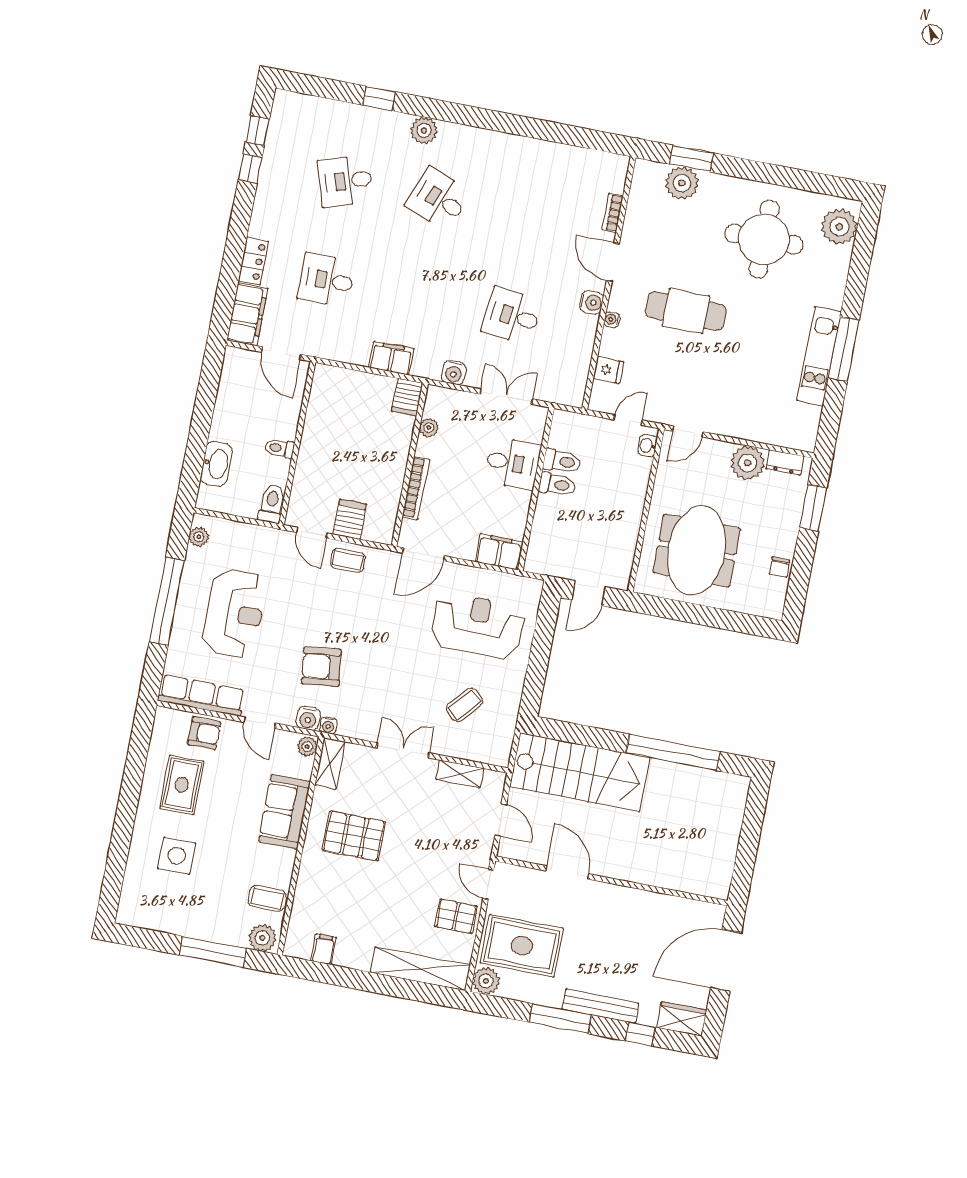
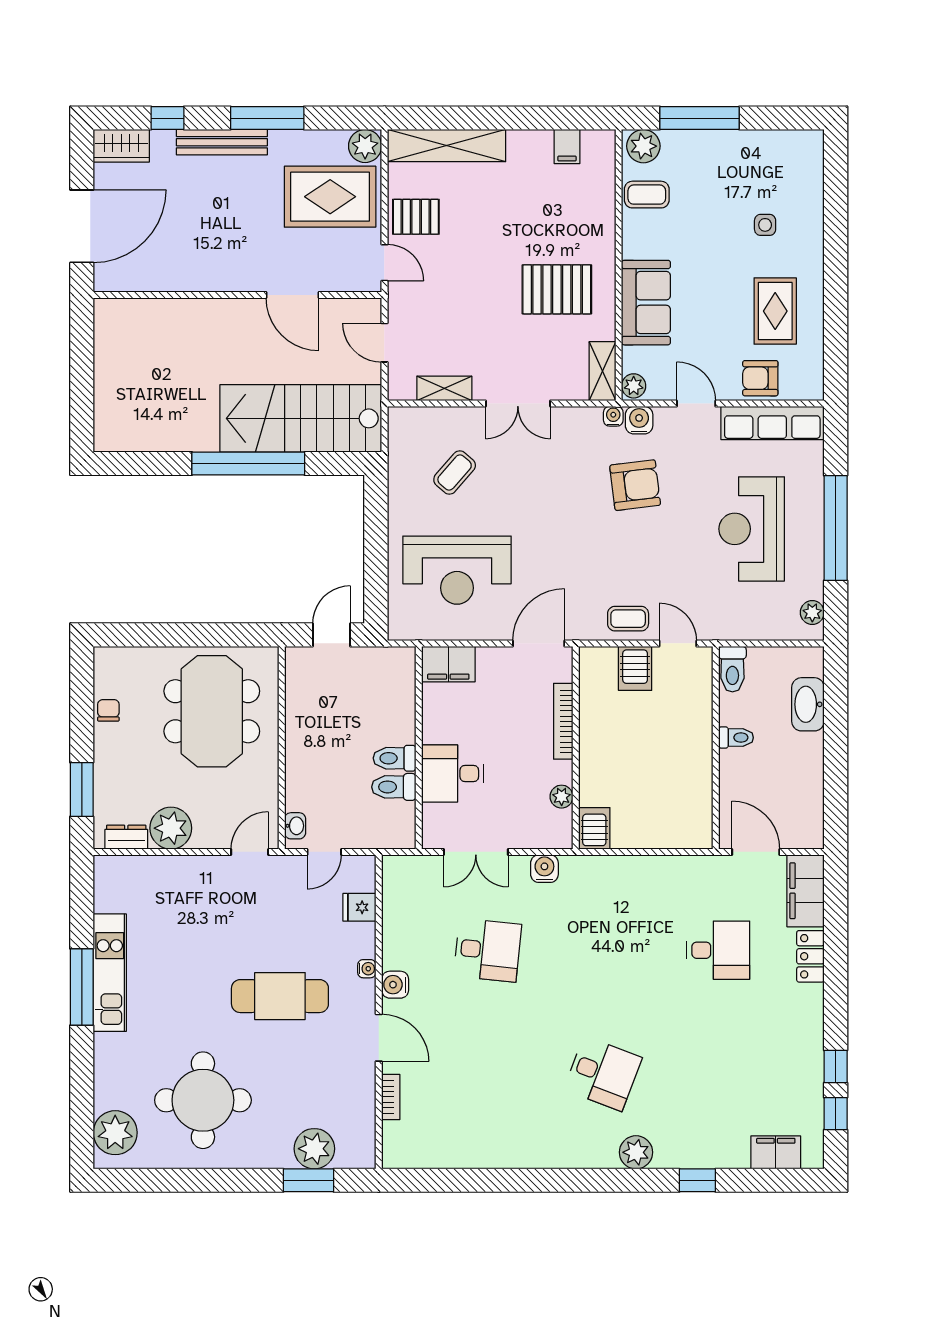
desk: (346, 181) -> (718, 1074), removed
filing cabinet: (391, 358) -> (776, 1152), moved, turned 180
window: (673, 752) -> (248, 464), moved
side table: (177, 856) -> (765, 225), width x0.54, depth x0.54

